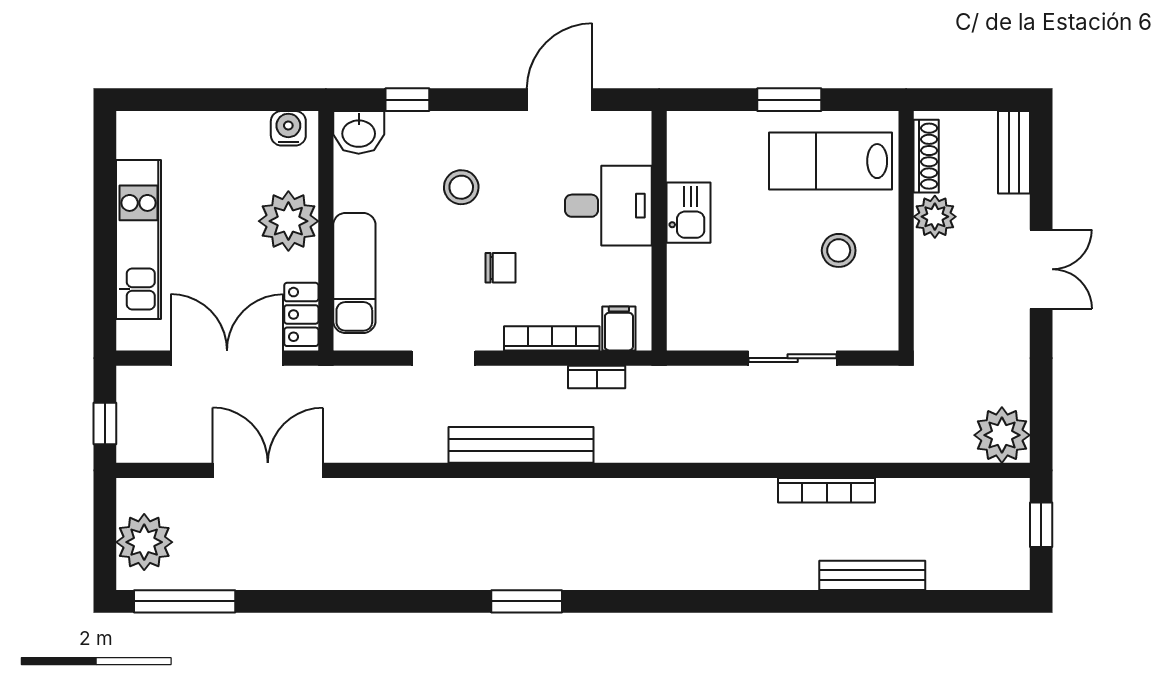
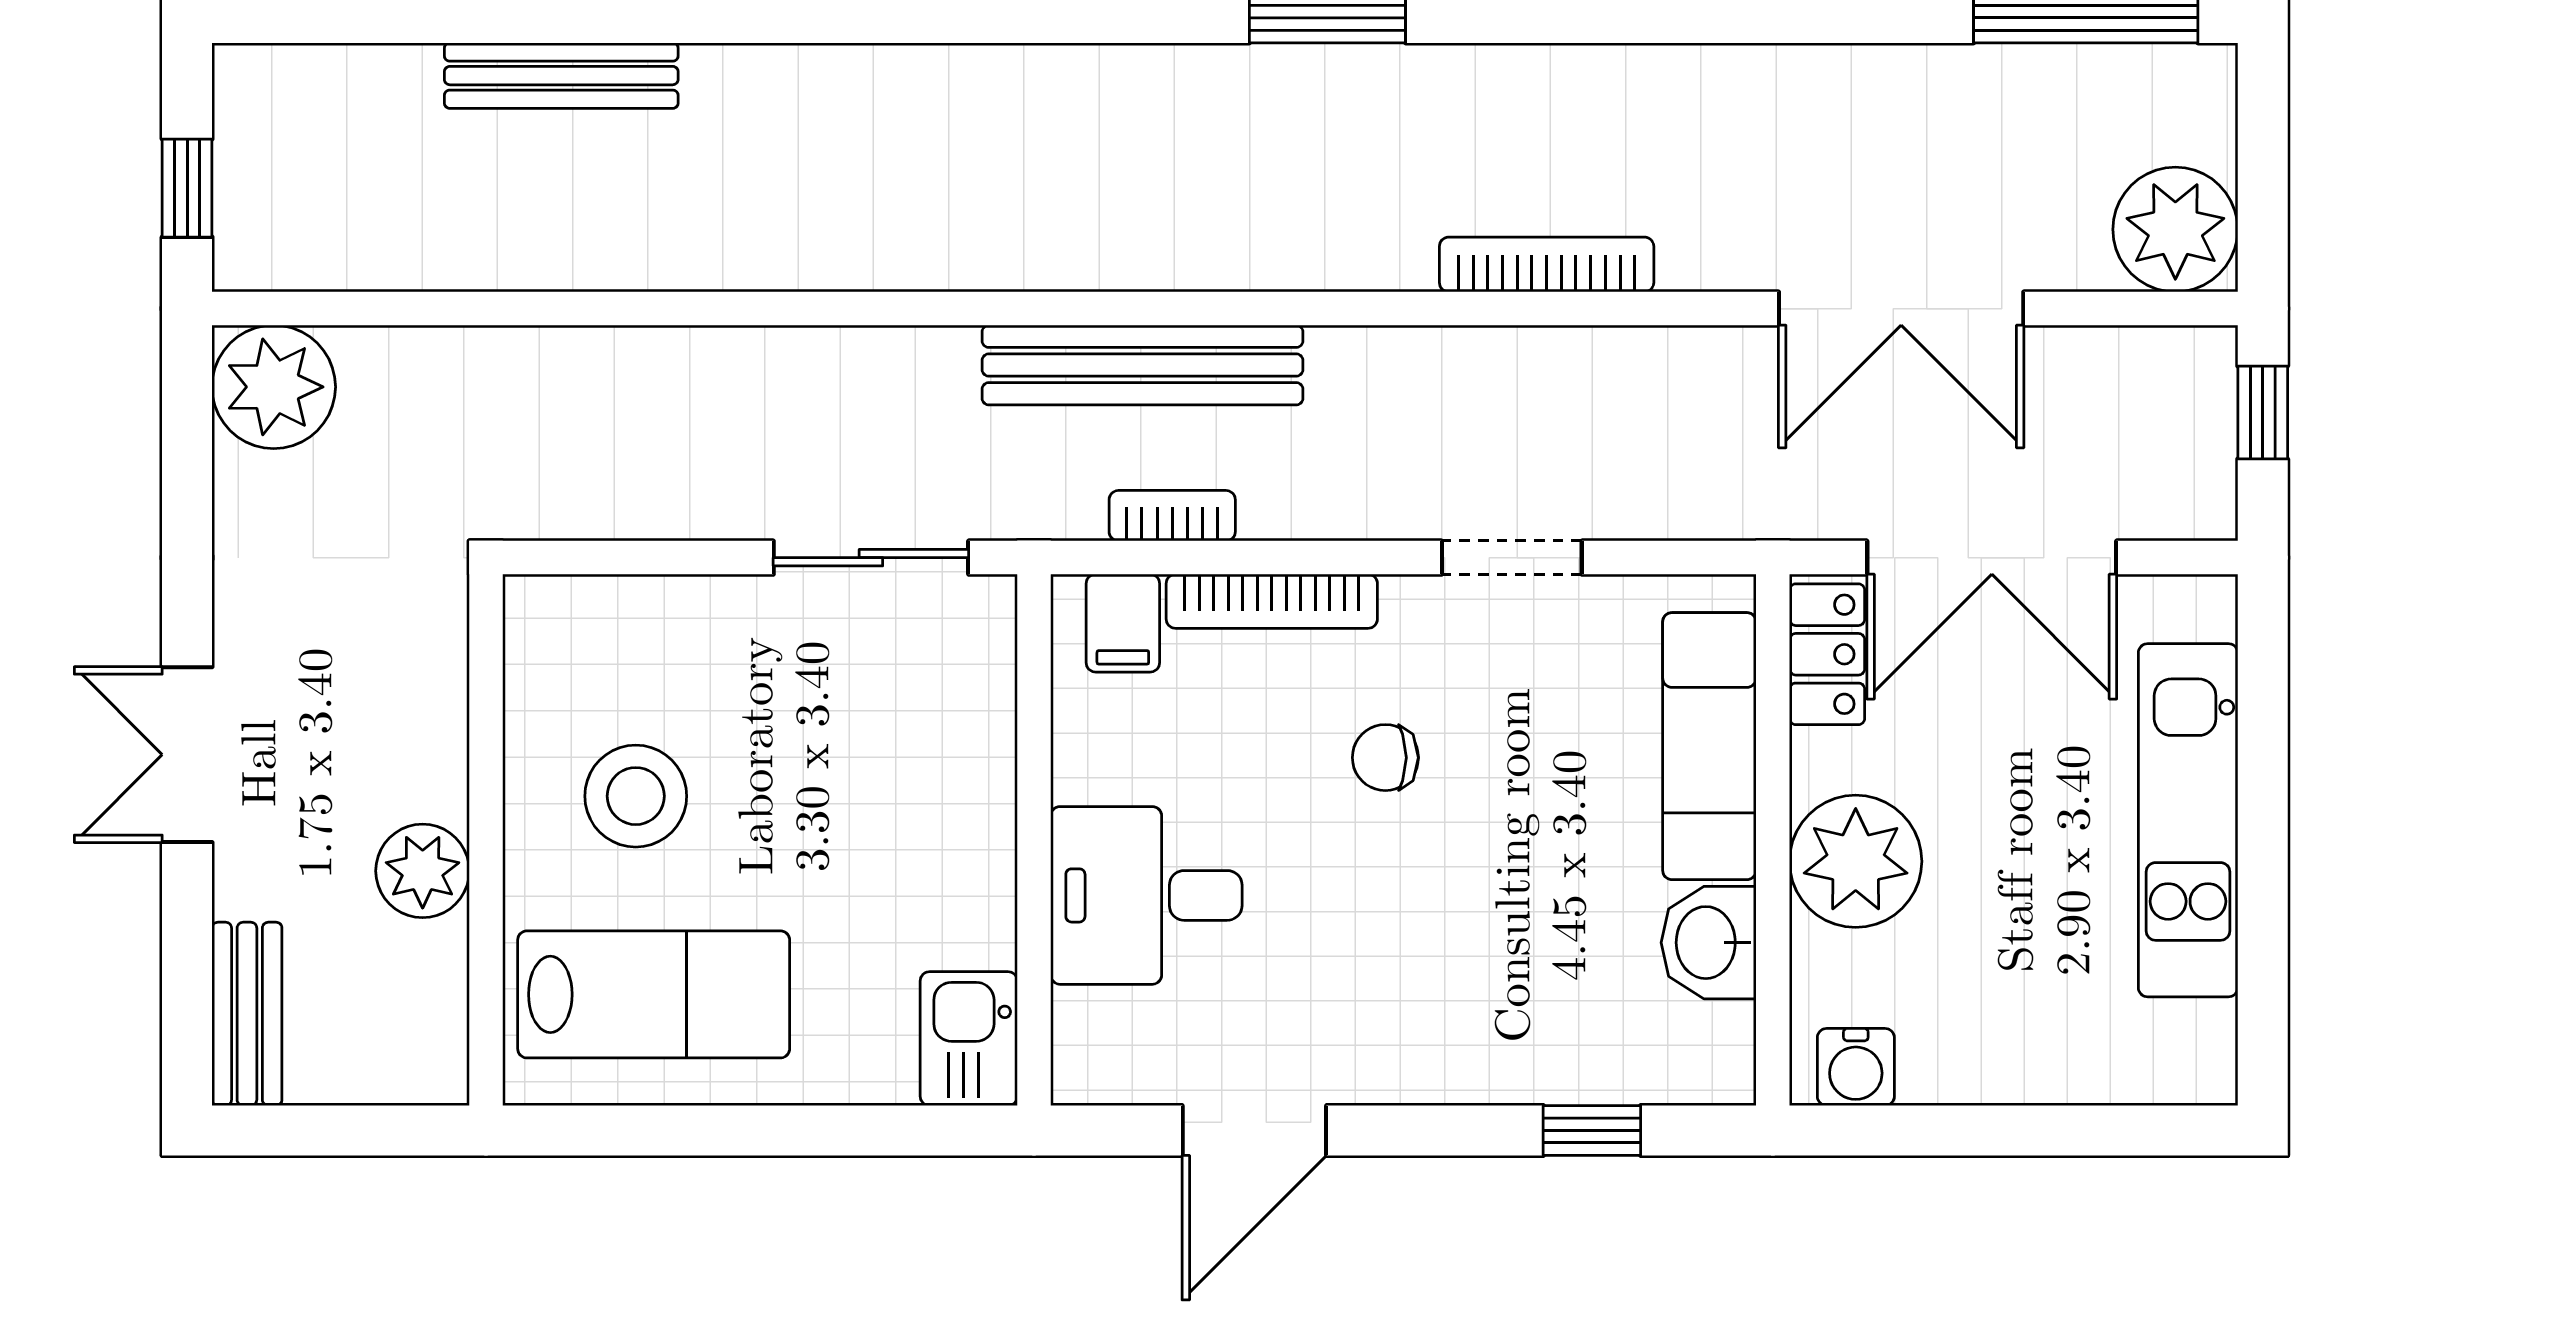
window: (789, 100) -> (745, 1130), removed
washbasin: (359, 132) -> (1709, 943), moved, turned -90
shoe rack: (926, 156) -> (442, 1005), removed
stool: (461, 187) -> (1473, 936), removed
kitchen sink: (688, 213) -> (969, 1039), moved
stool: (839, 250) -> (636, 796), width x1.38, depth x1.38
sliding door: (793, 358) -> (871, 558), moved
bench: (521, 445) -> (1142, 365), moved
bookcase: (827, 490) -> (1547, 264), moved
plant: (144, 542) -> (2175, 229), moved

